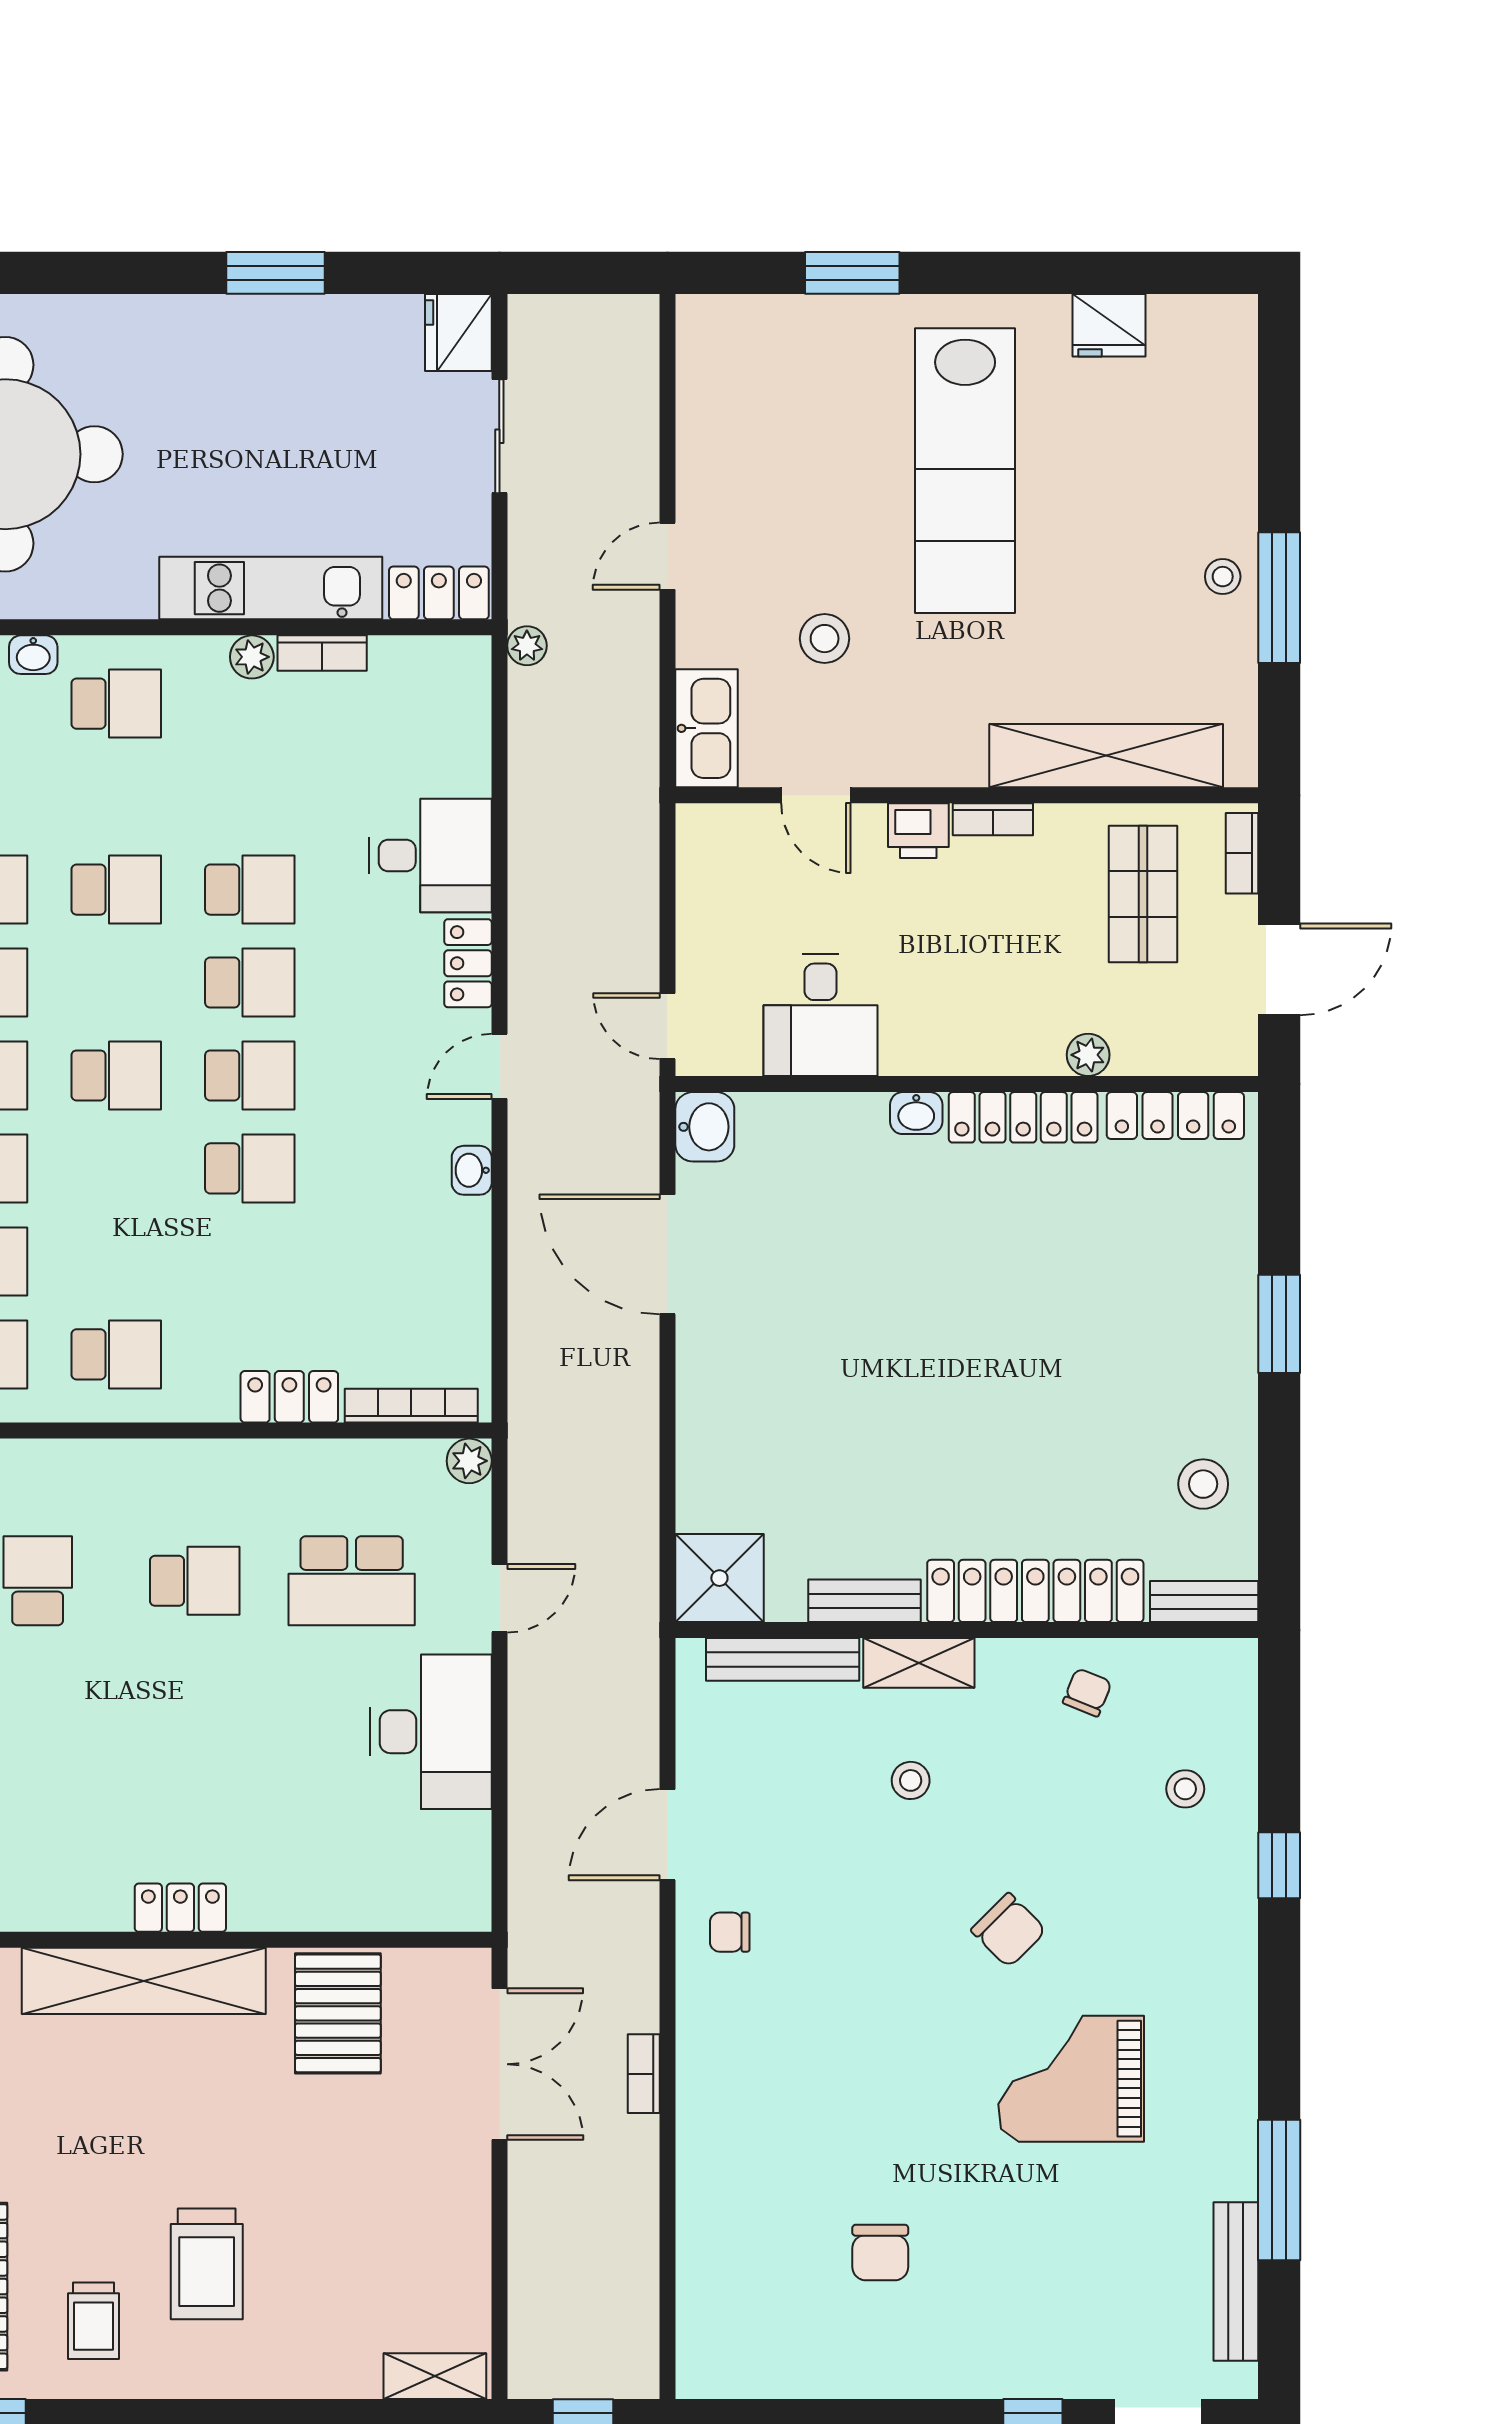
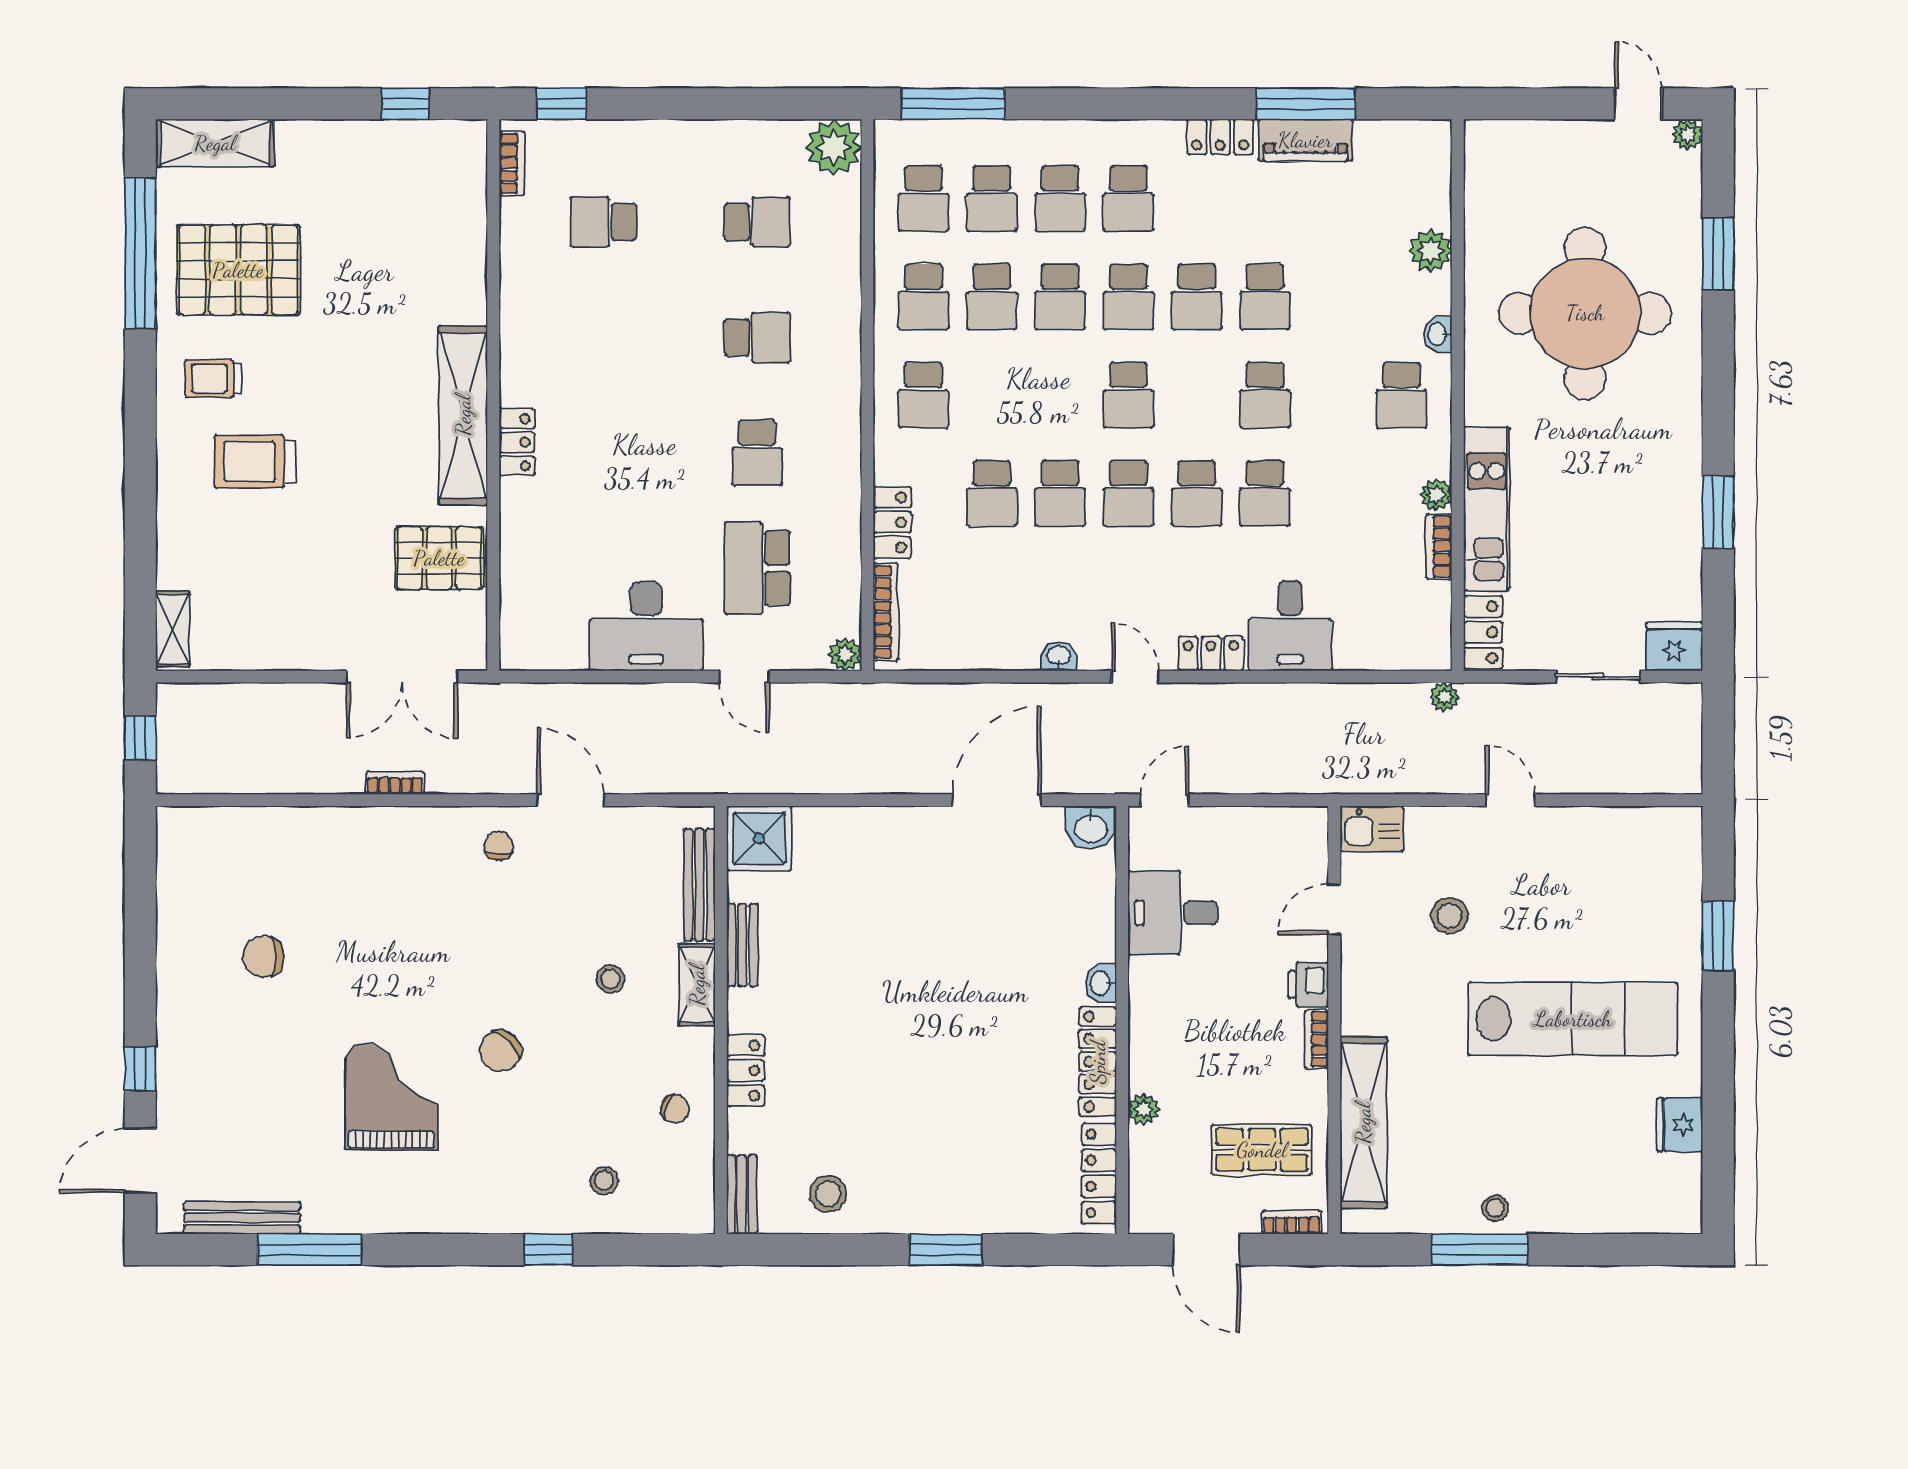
lab bench: (965, 471) -> (1573, 1019), turned 180
kitchen sink: (706, 728) -> (1372, 829), width x0.73
school desk: (250, 1261) -> (992, 493), added
locker: (1035, 1591) -> (746, 1071), width x0.46, depth x0.83

